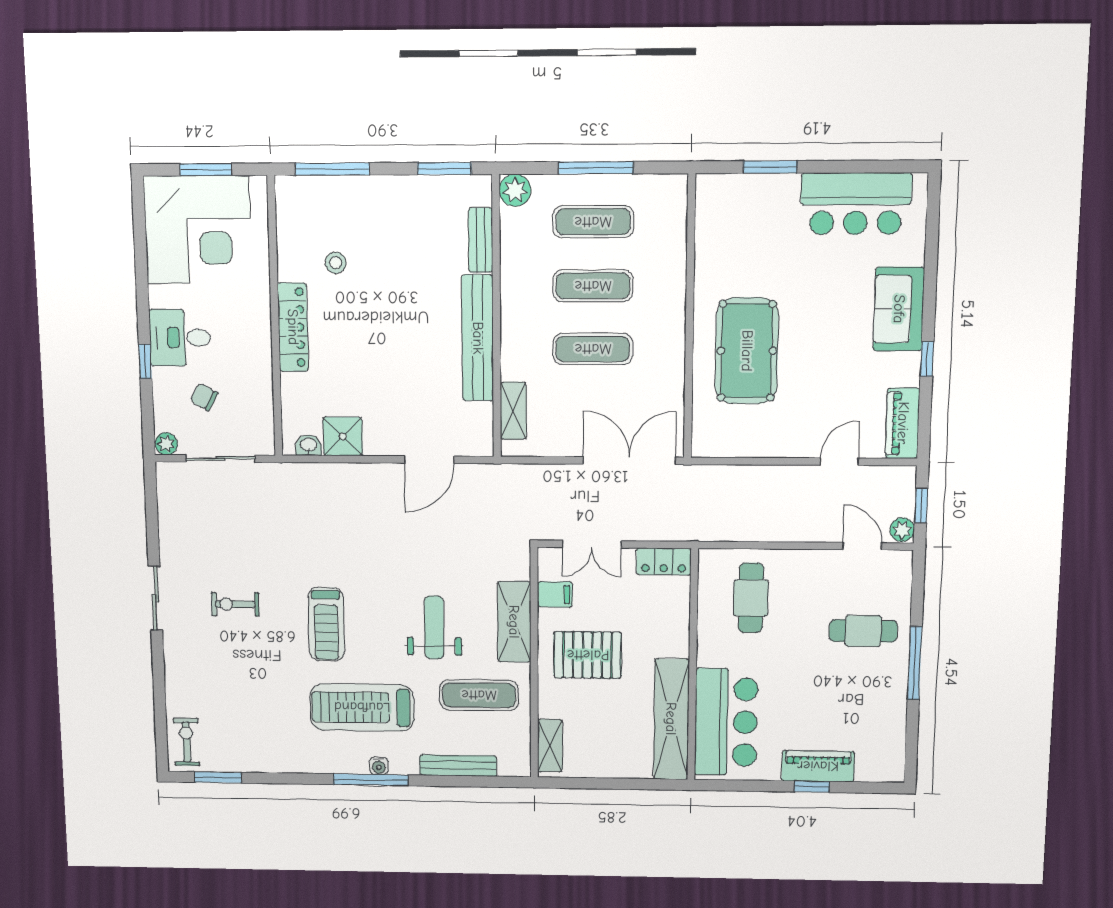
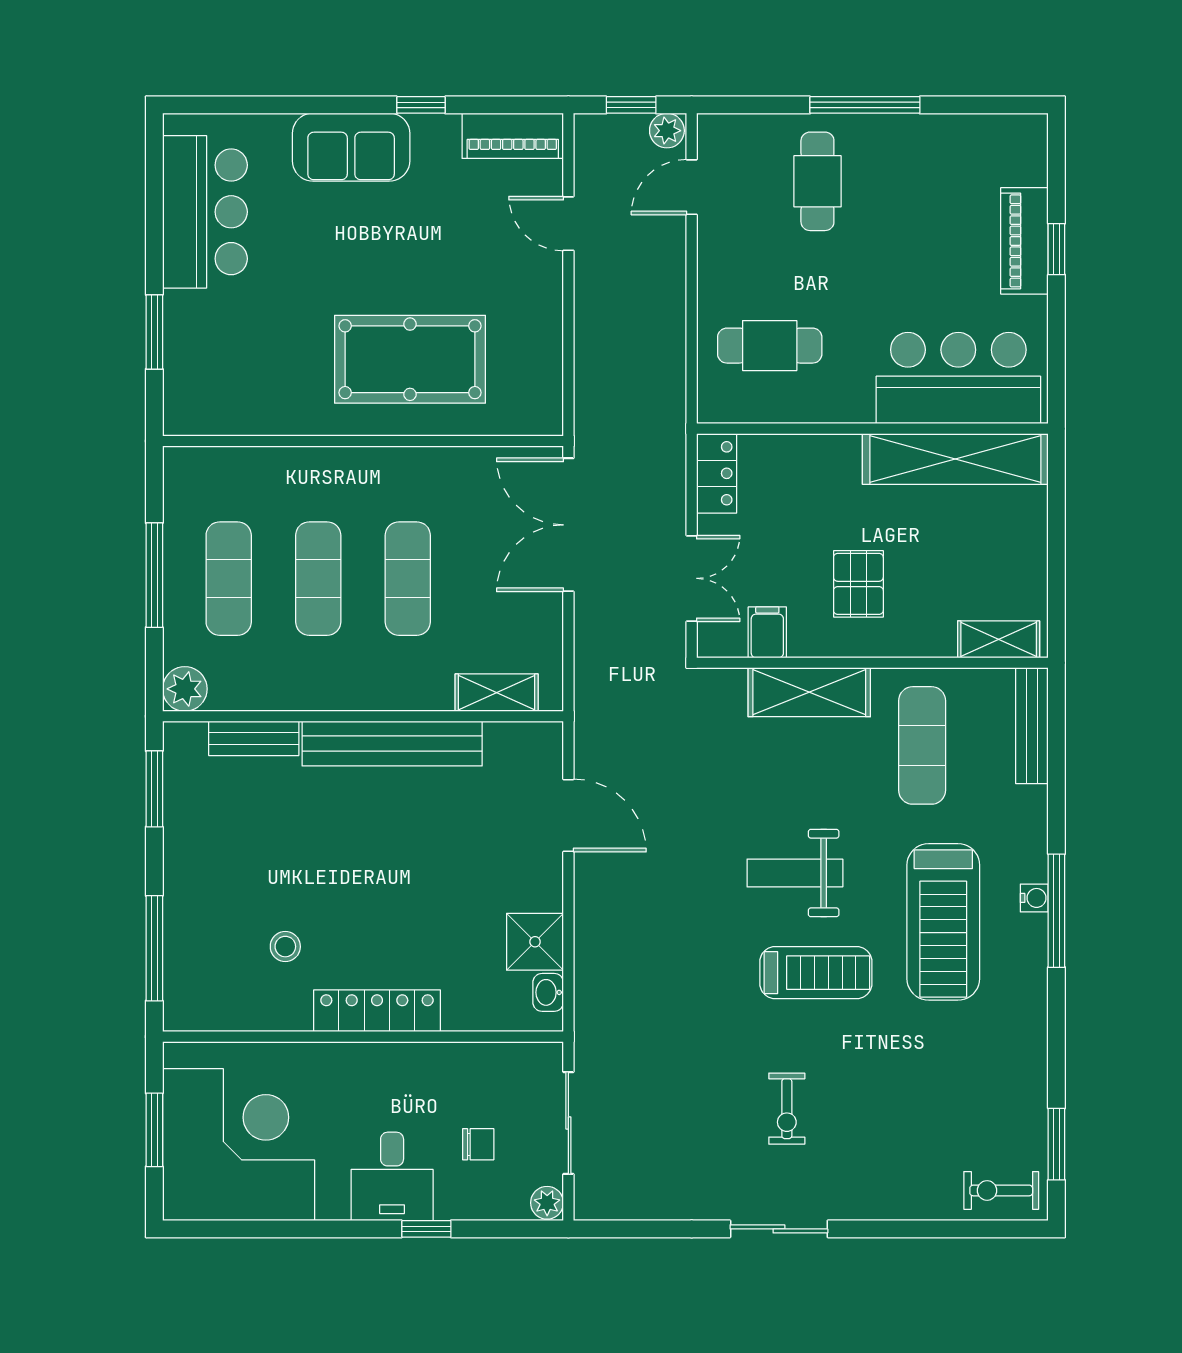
chair: (204, 397) -> (478, 1144), turned -119
weight bench: (434, 627) -> (795, 873), moved
pallet: (588, 655) -> (858, 584), width x0.67, depth x0.71
bench: (458, 766) -> (1032, 726), moved

